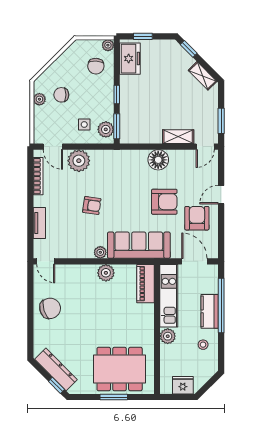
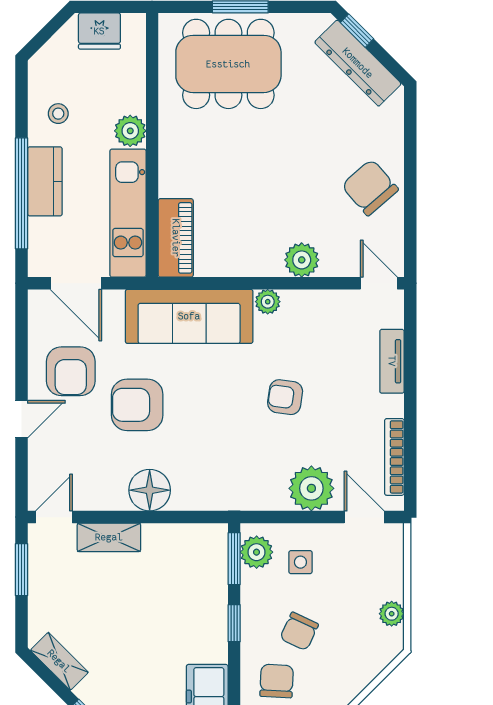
chair: (61, 95) -> (299, 631), moved, turned 115
plant: (106, 273) -> (302, 260), moved
chair: (50, 308) -> (370, 188), turned 66

